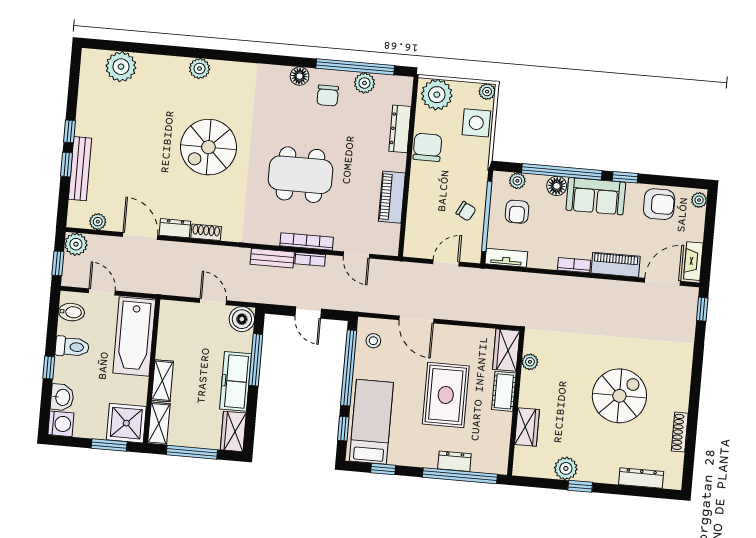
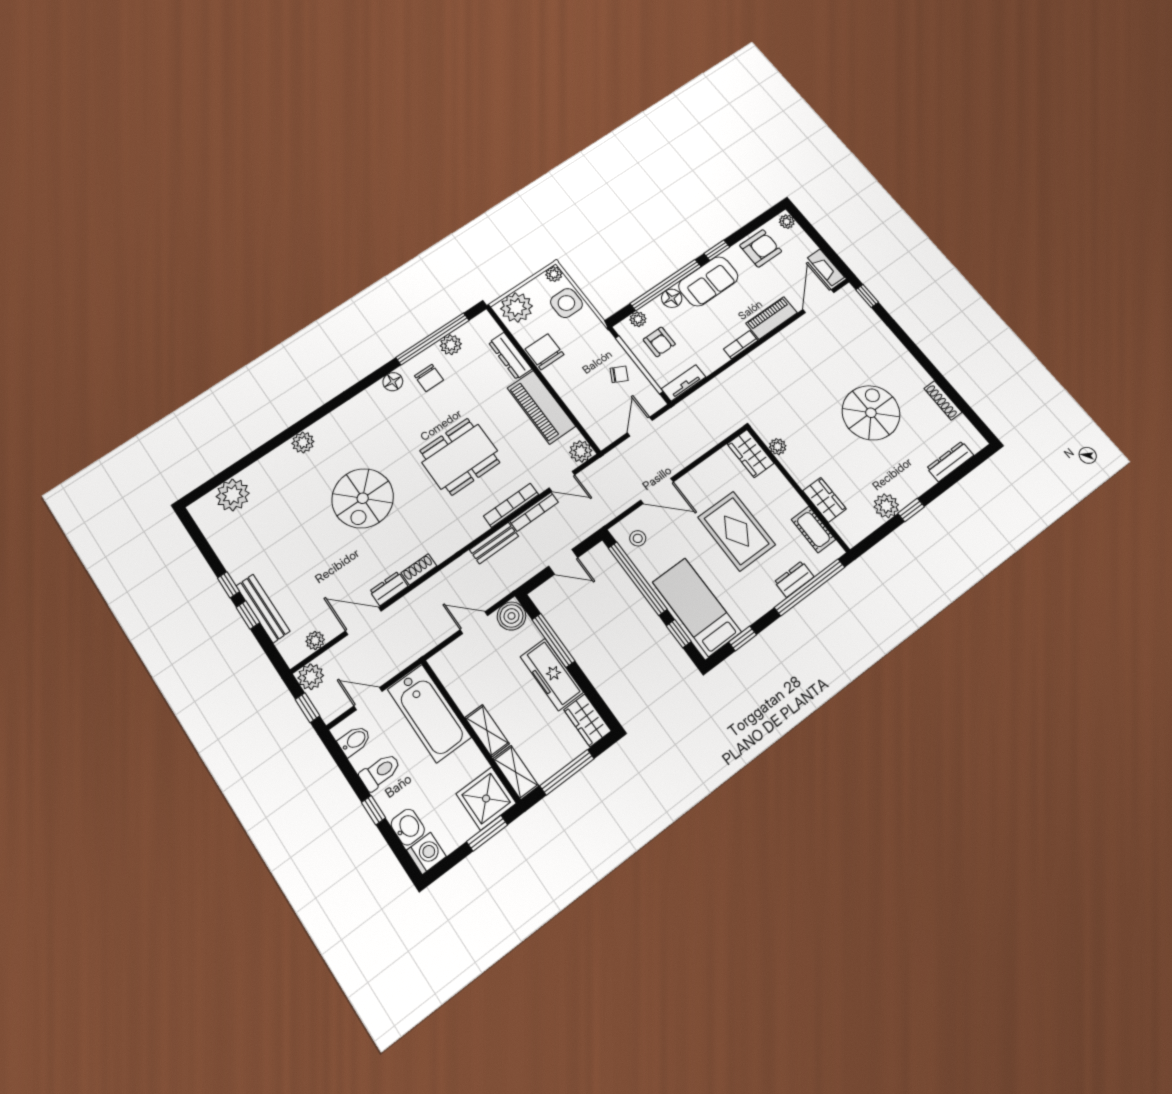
piano: (392, 197) -> (541, 407), width x1.37, depth x1.33
plant: (388, 245) -> (581, 451), added
bookcase: (310, 259) -> (534, 512), width x1.56
cot: (504, 391) -> (813, 530), moved

